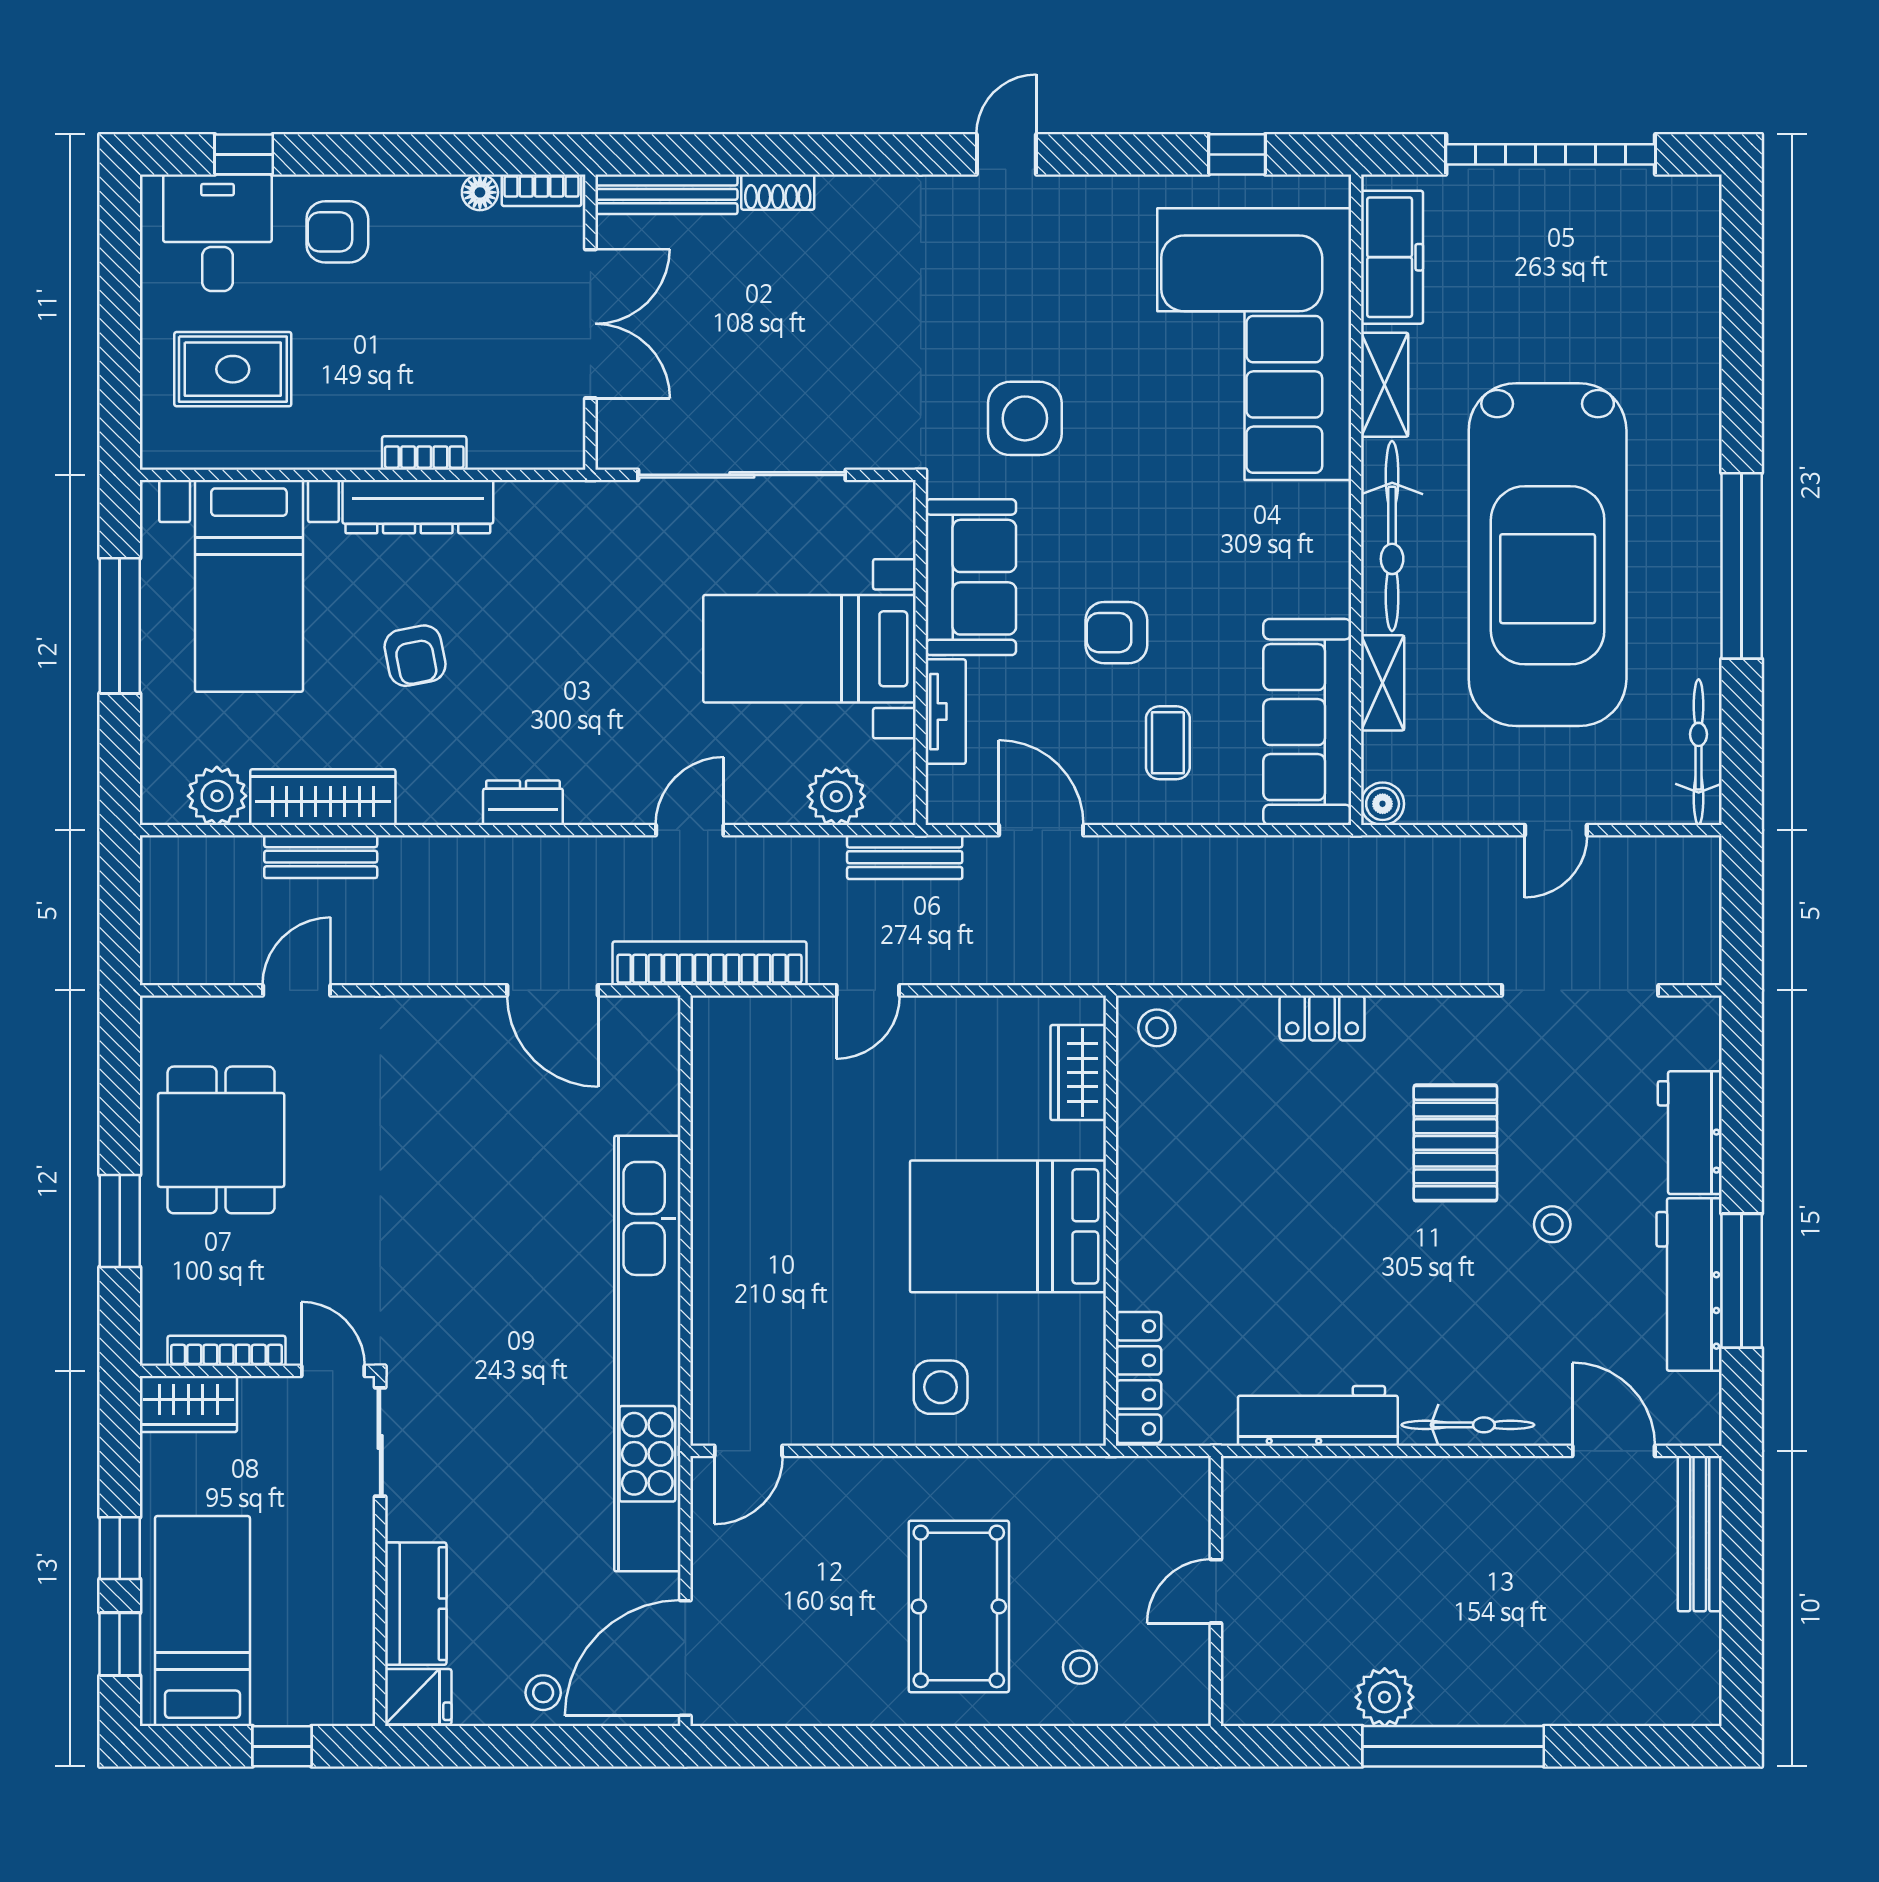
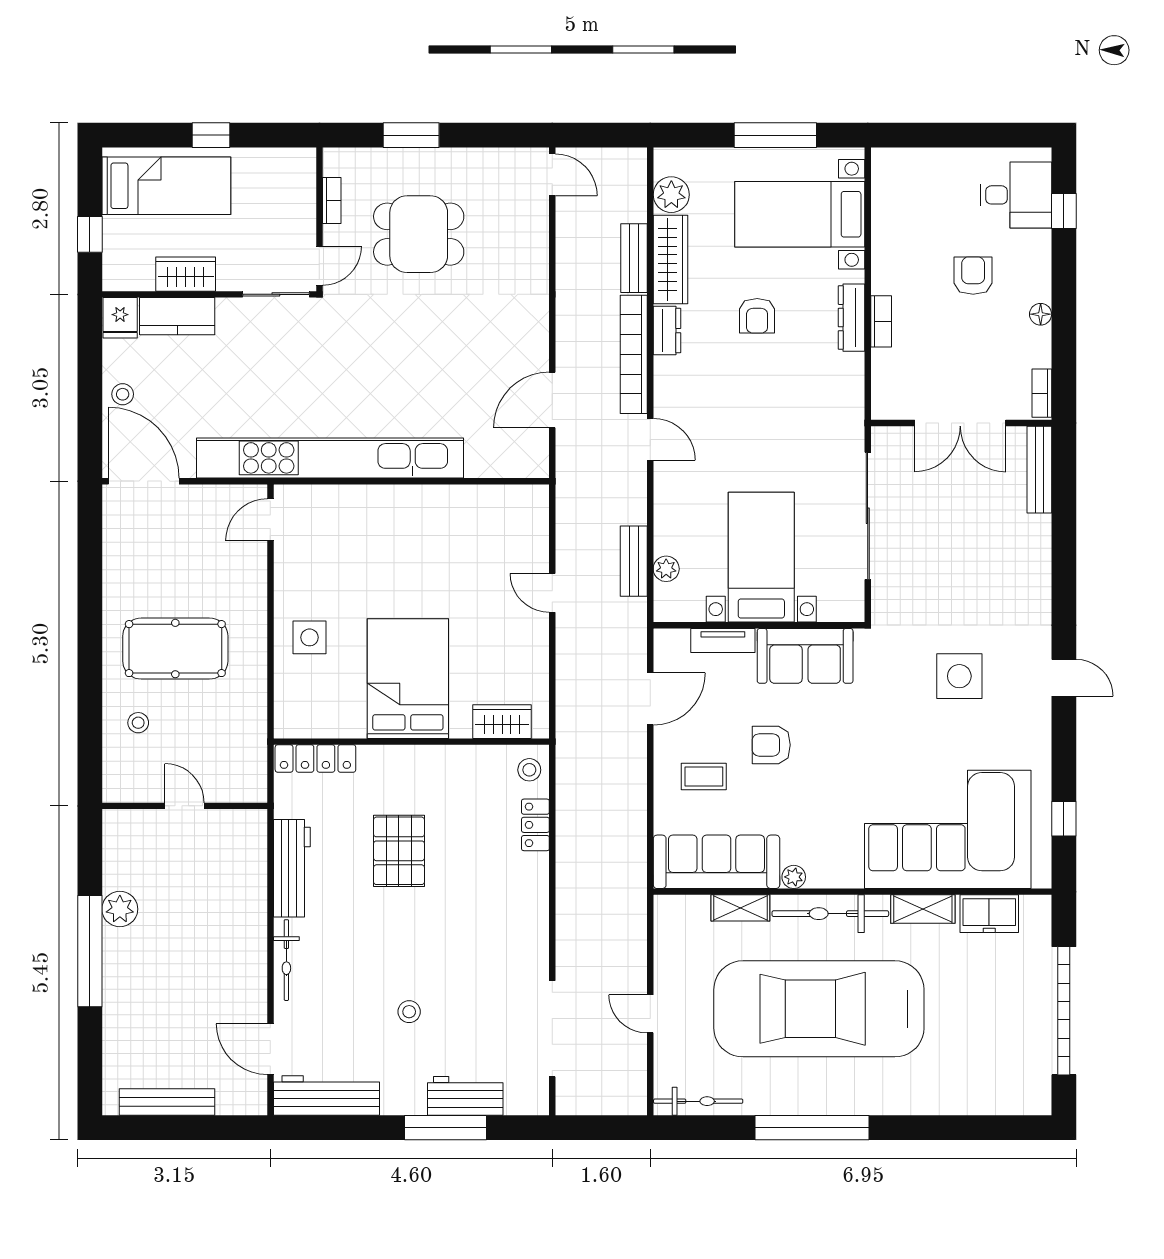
floor lamp: (480, 192) -> (1041, 314), moved
shoe rack: (778, 192) -> (1041, 538), removed
armchair: (337, 232) -> (973, 276), moved
freezer: (1392, 257) -> (989, 914), width x0.71
rug: (233, 369) -> (932, 204), removed
side table: (1025, 418) -> (959, 676), moved
dresser: (418, 507) -> (851, 318), width x0.73, depth x0.80
plant: (1332, 596) -> (794, 877), added
armchair: (1116, 633) -> (771, 745), turned -90
armchair: (415, 656) -> (757, 316), turned -79
plant: (836, 796) -> (666, 569), width x0.73, depth x0.73
dresser: (523, 803) -> (667, 331), moved
boiler: (1383, 804) -> (666, 908), removed
door: (690, 830) -> (650, 439), moved
bench: (905, 857) -> (634, 561), moved
bookcase: (709, 963) -> (634, 354), moved, turned 180
door: (297, 990) -> (552, 175), moved
locker: (1322, 1018) -> (535, 825), moved
dining table: (221, 1140) -> (419, 234), moved
pallet: (1455, 1143) -> (399, 851), moved, turned 90
window: (1742, 1281) -> (446, 1128), moved
workbench: (1689, 1285) -> (326, 1095), moved
bookcase: (227, 1351) -> (332, 200), width x0.64
wardrobe: (188, 1404) -> (186, 274), moved, turned 90
door: (748, 1451) -> (270, 520), hinge flipped
door: (1614, 1451) -> (270, 1049), swing flipped
bench: (1700, 1534) -> (167, 1102), moved
window: (120, 1644) -> (152, 135), removed

